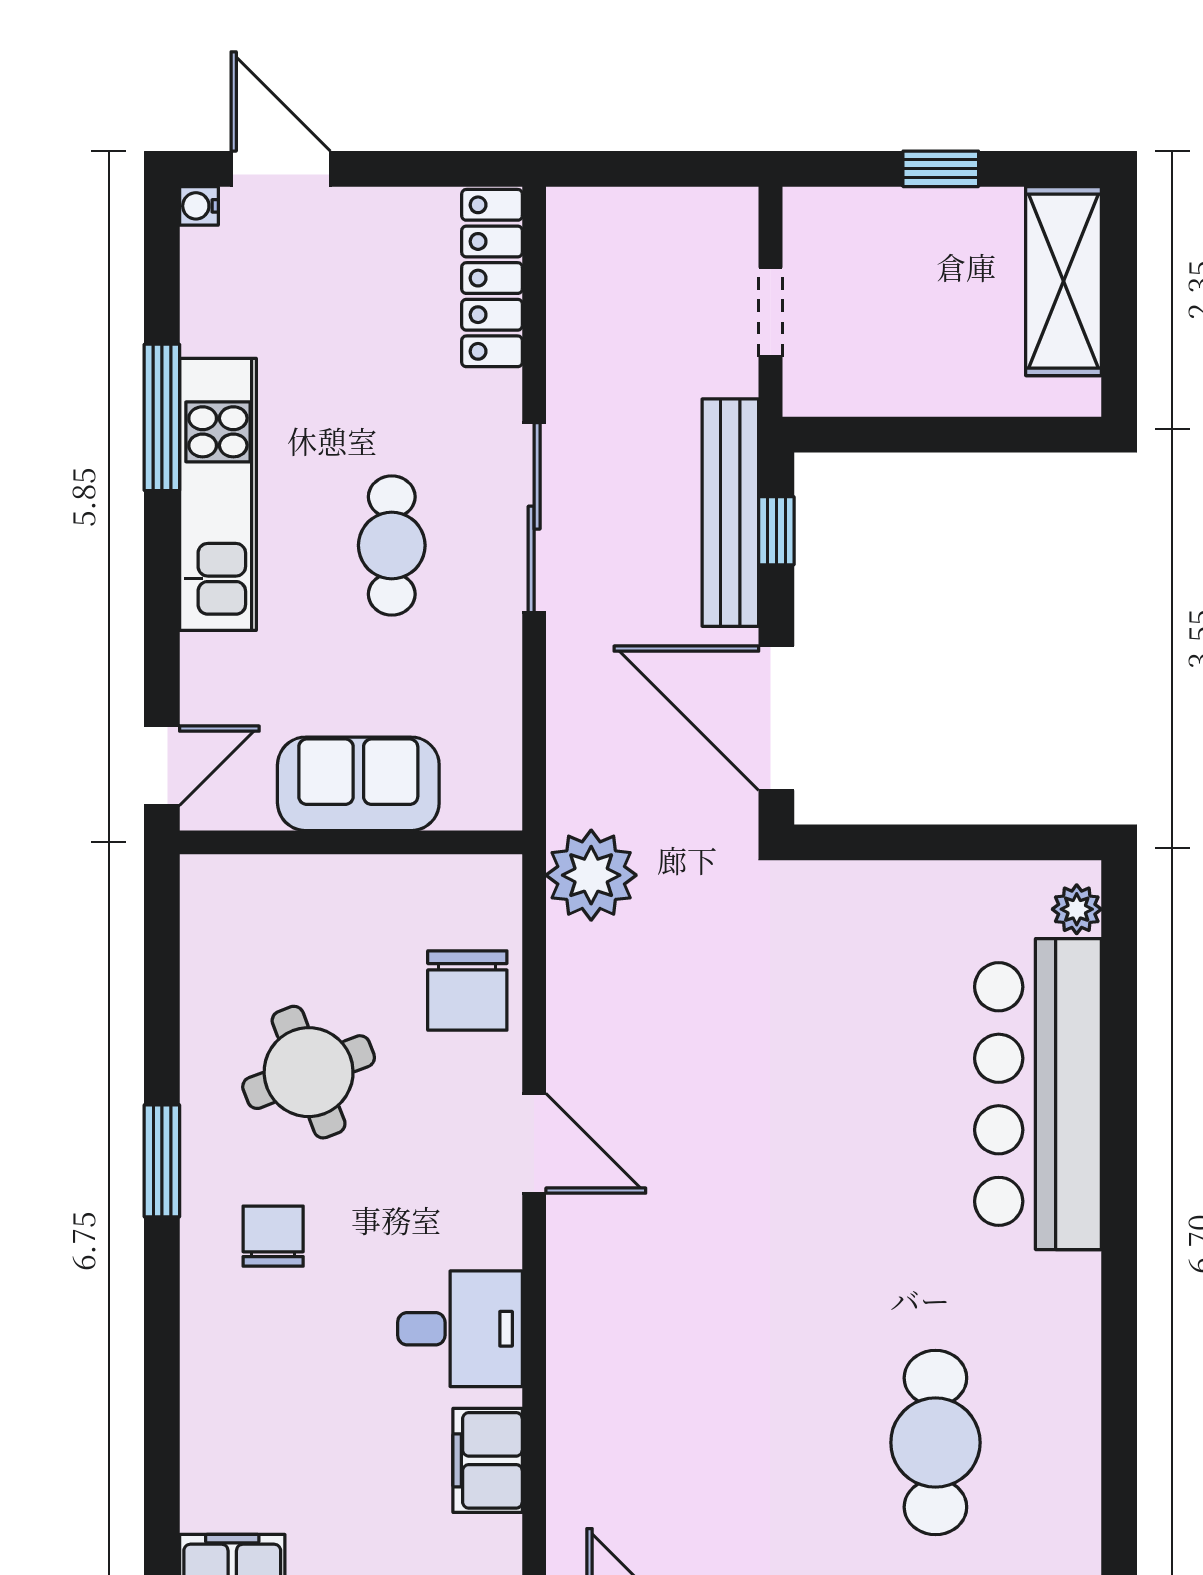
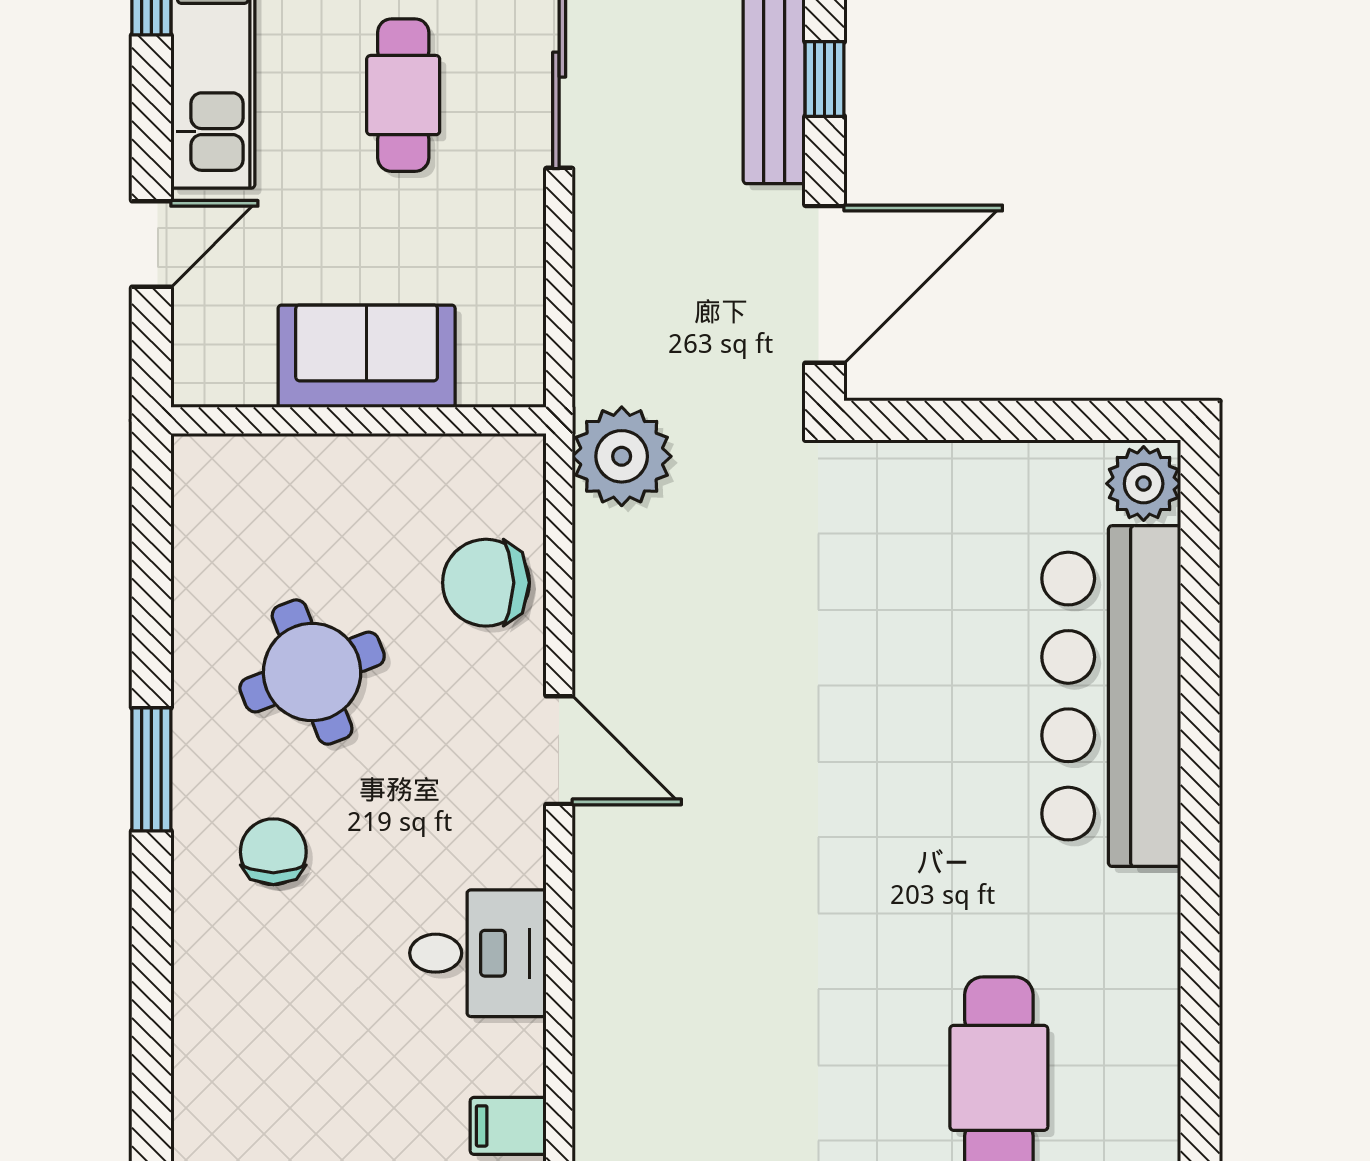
door: (776, 718) -> (825, 284), swing flipped
door: (162, 766) -> (151, 244), moved
plant: (1077, 909) -> (1144, 484), width x1.38, depth x1.38
chair: (467, 991) -> (486, 583), turned 90
filing cabinet: (488, 1460) -> (508, 1126), width x0.50

